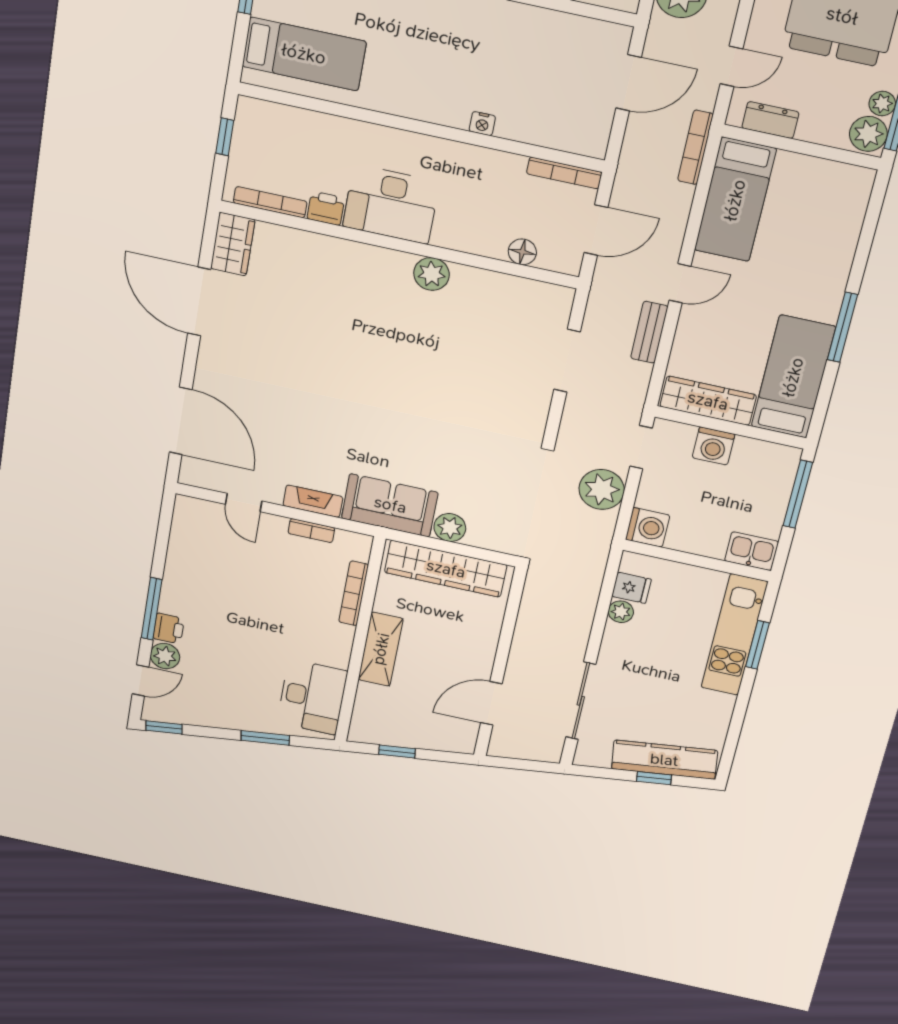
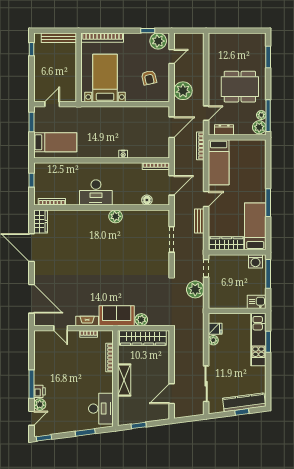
printer: (326, 208) -> (73, 199), removed
washing machine: (714, 446) -> (255, 261), moved
washing machine: (648, 527) -> (216, 301), removed

